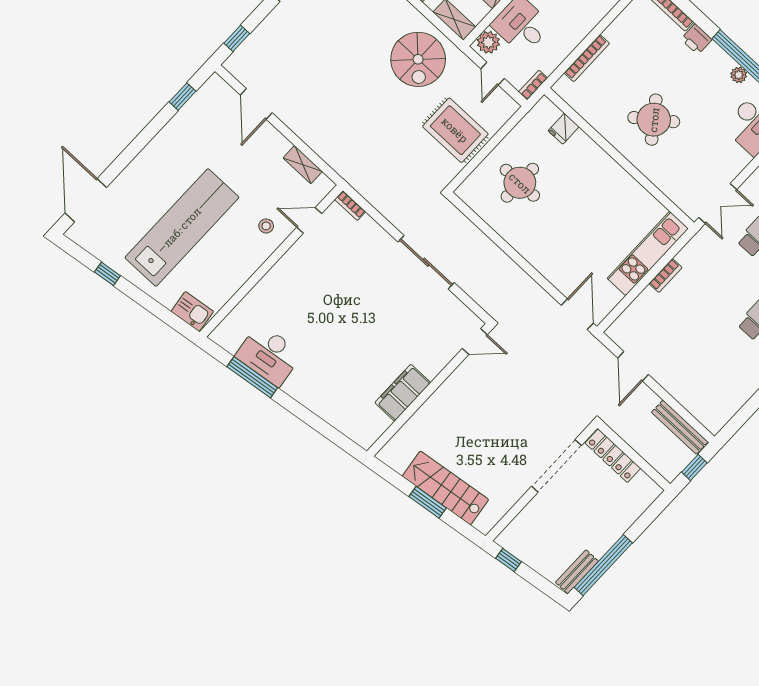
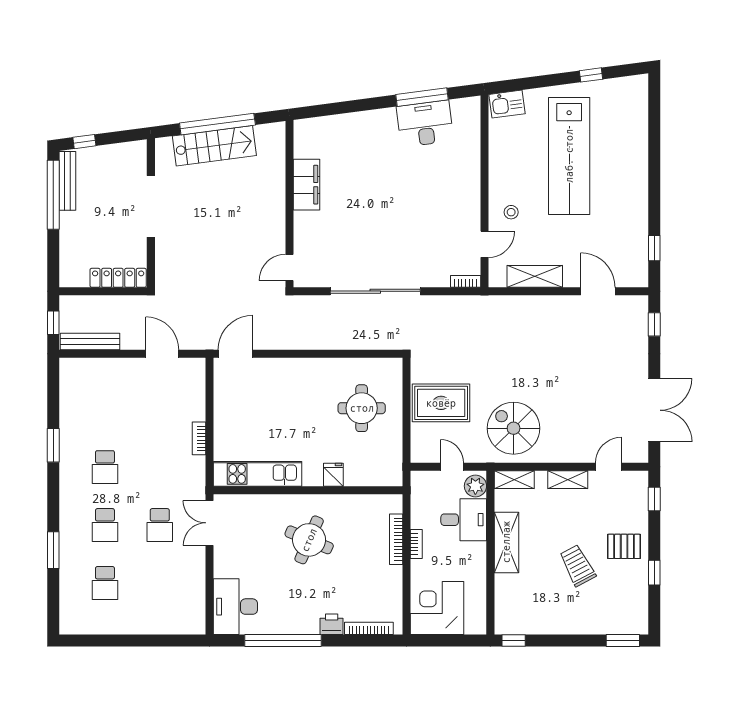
plant: (739, 75) -> (279, 627), removed
bookcase: (533, 85) -> (416, 544), moved
round table: (654, 120) -> (309, 540), turned -30
fridge: (564, 129) -> (333, 475), moved
shelving: (303, 165) -> (535, 276), width x1.50, depth x1.33
door: (86, 200) -> (654, 112), removed
kitchen unit: (648, 253) -> (257, 474), moved, turned -90
sliding door: (426, 262) -> (375, 291), width x1.36
door: (577, 314) -> (235, 354), swing flipped
doorway: (557, 466) -> (151, 206), moved
window: (428, 502) -> (217, 124), width x2.11
window: (509, 560) -> (84, 142), moved
bench: (577, 572) -> (67, 181), width x1.36

